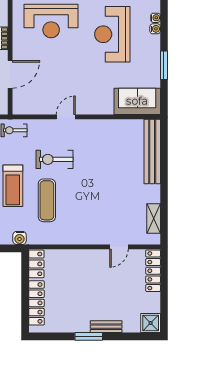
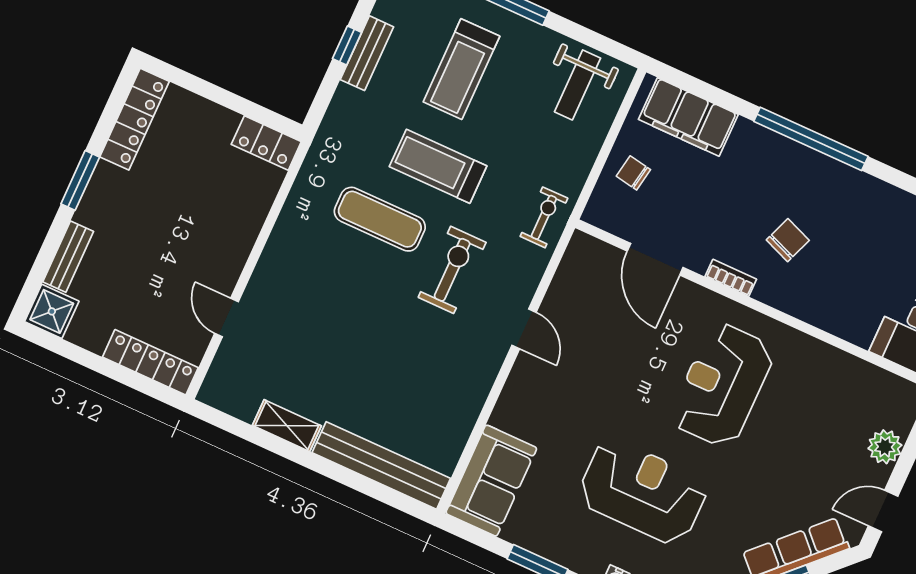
shelving: (154, 218) -> (287, 426), moved
water cooler: (20, 238) -> (331, 133), removed
locker: (36, 303) -> (135, 119), moved, turned -90
bench: (106, 327) -> (68, 257), moved

